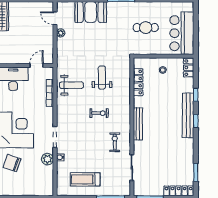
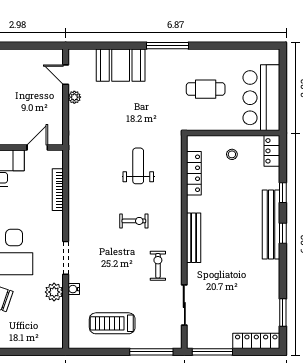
weight bench: (71, 85) -> (91, 178), removed

